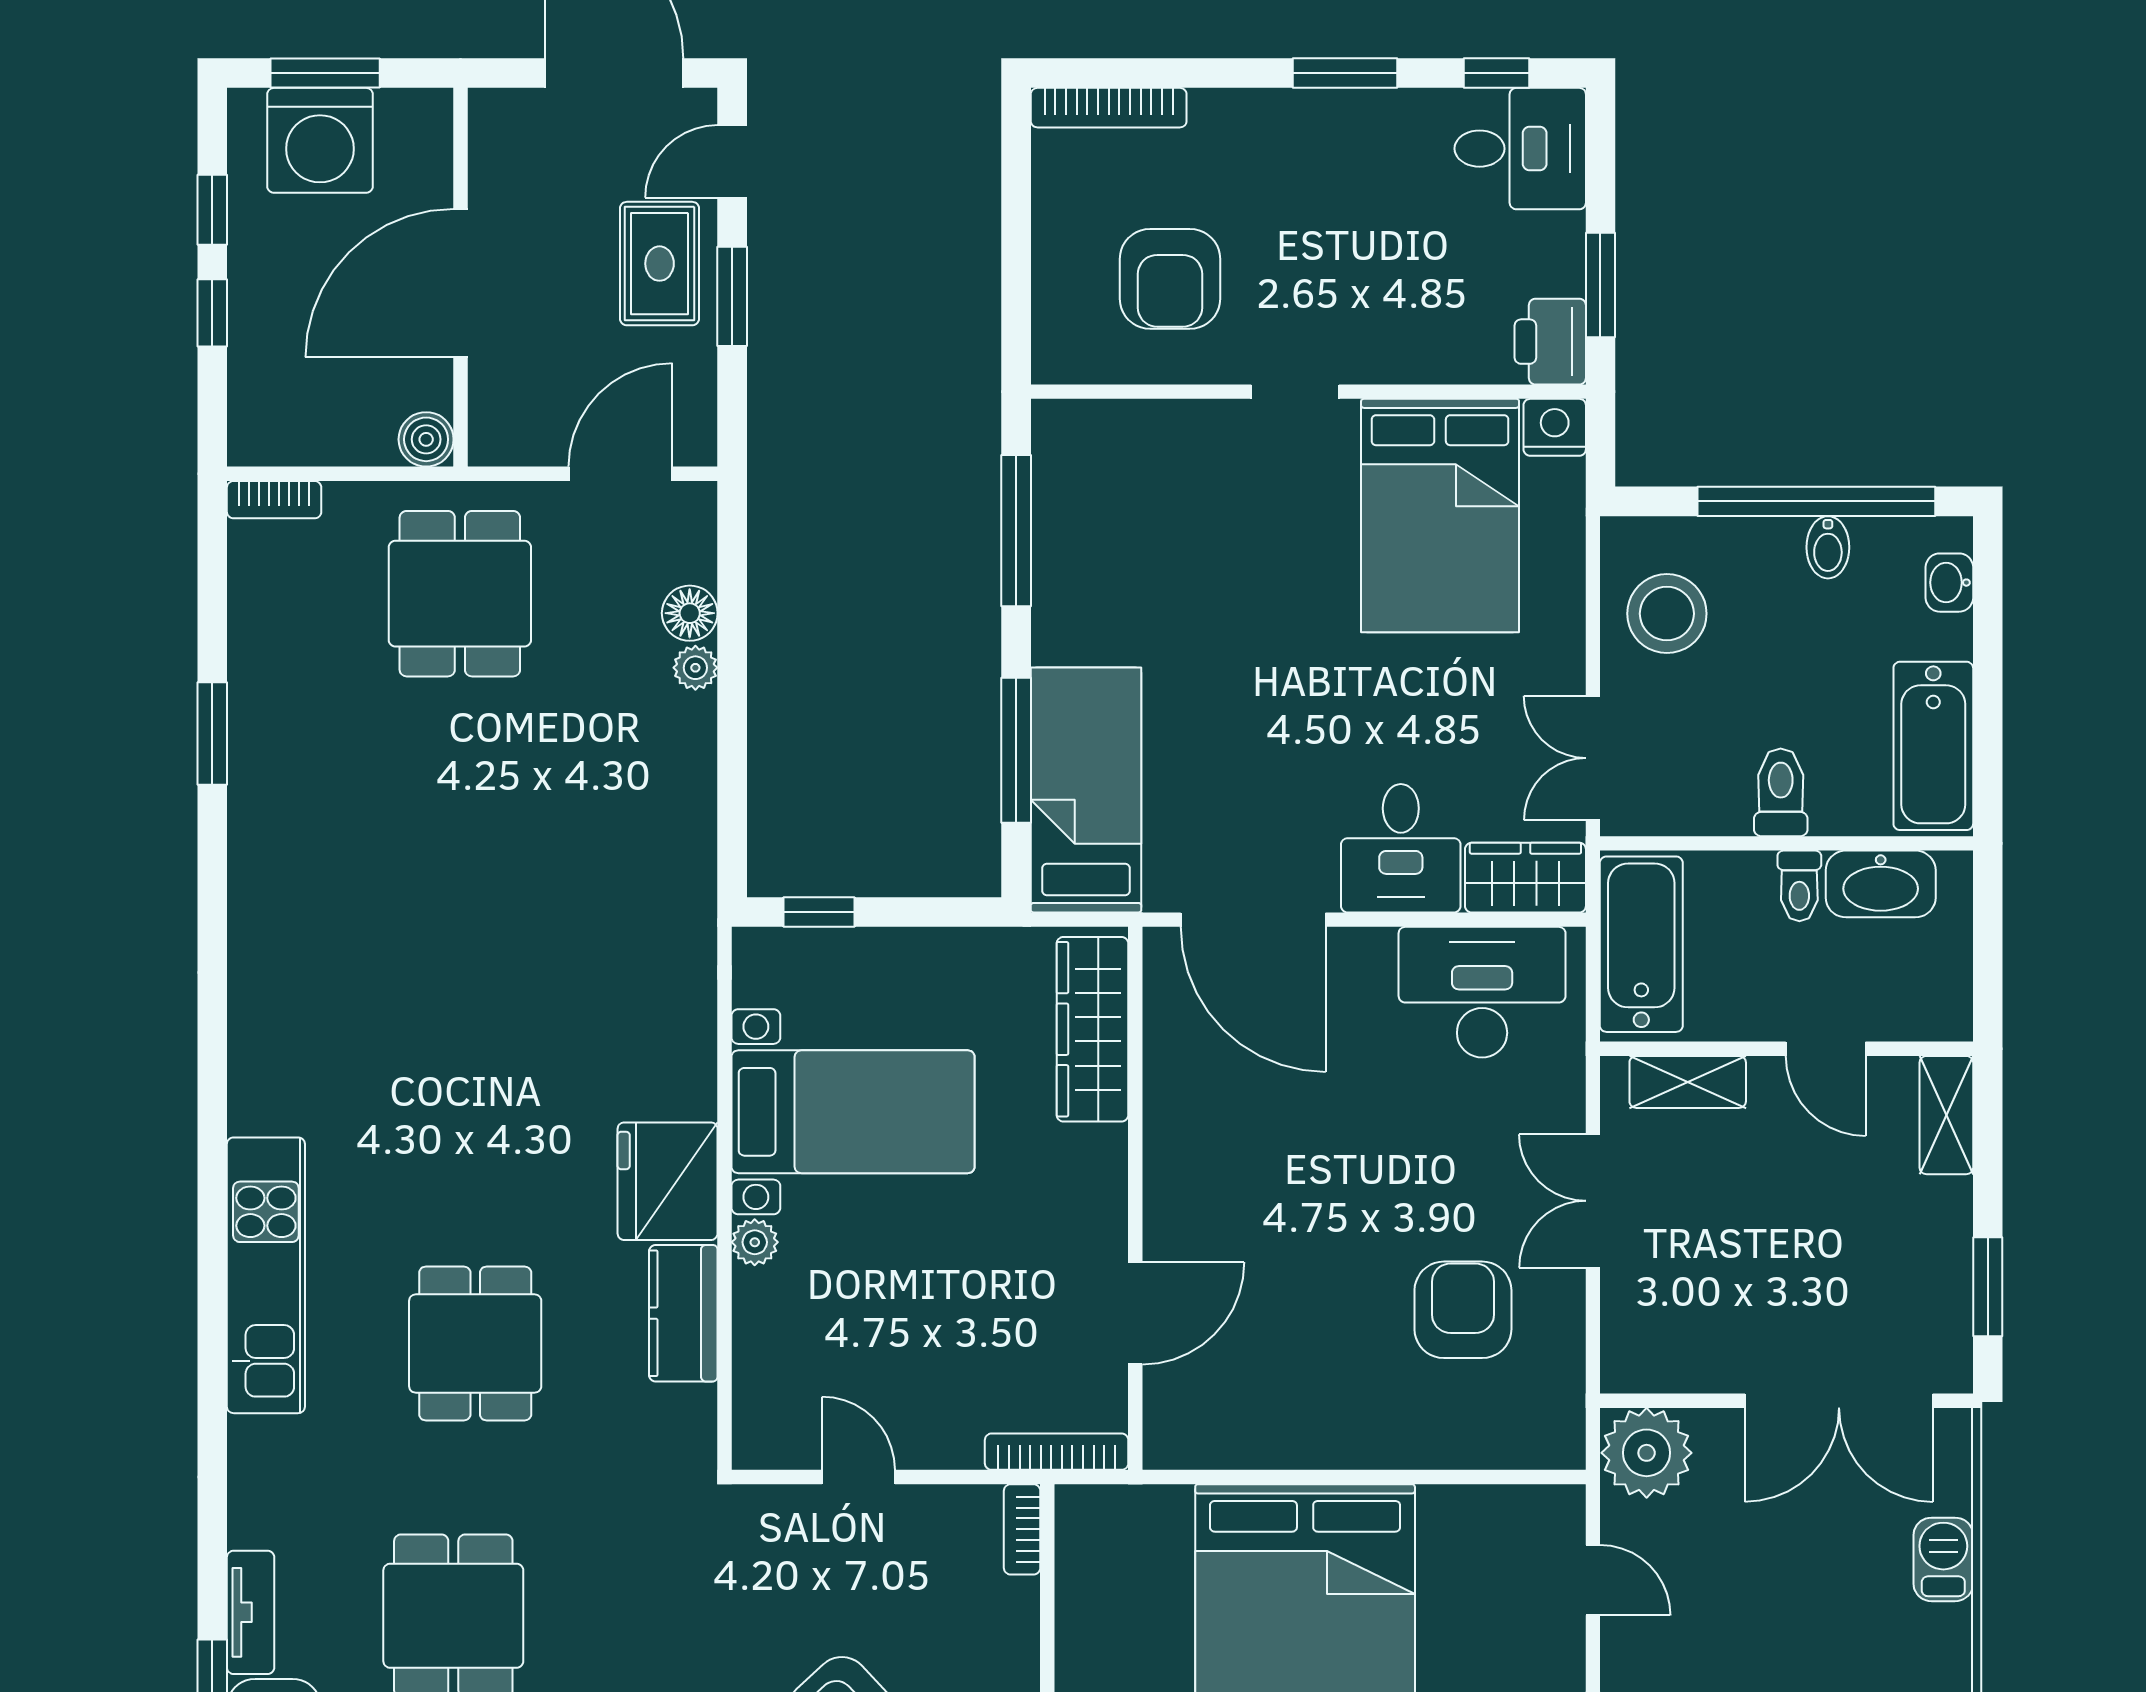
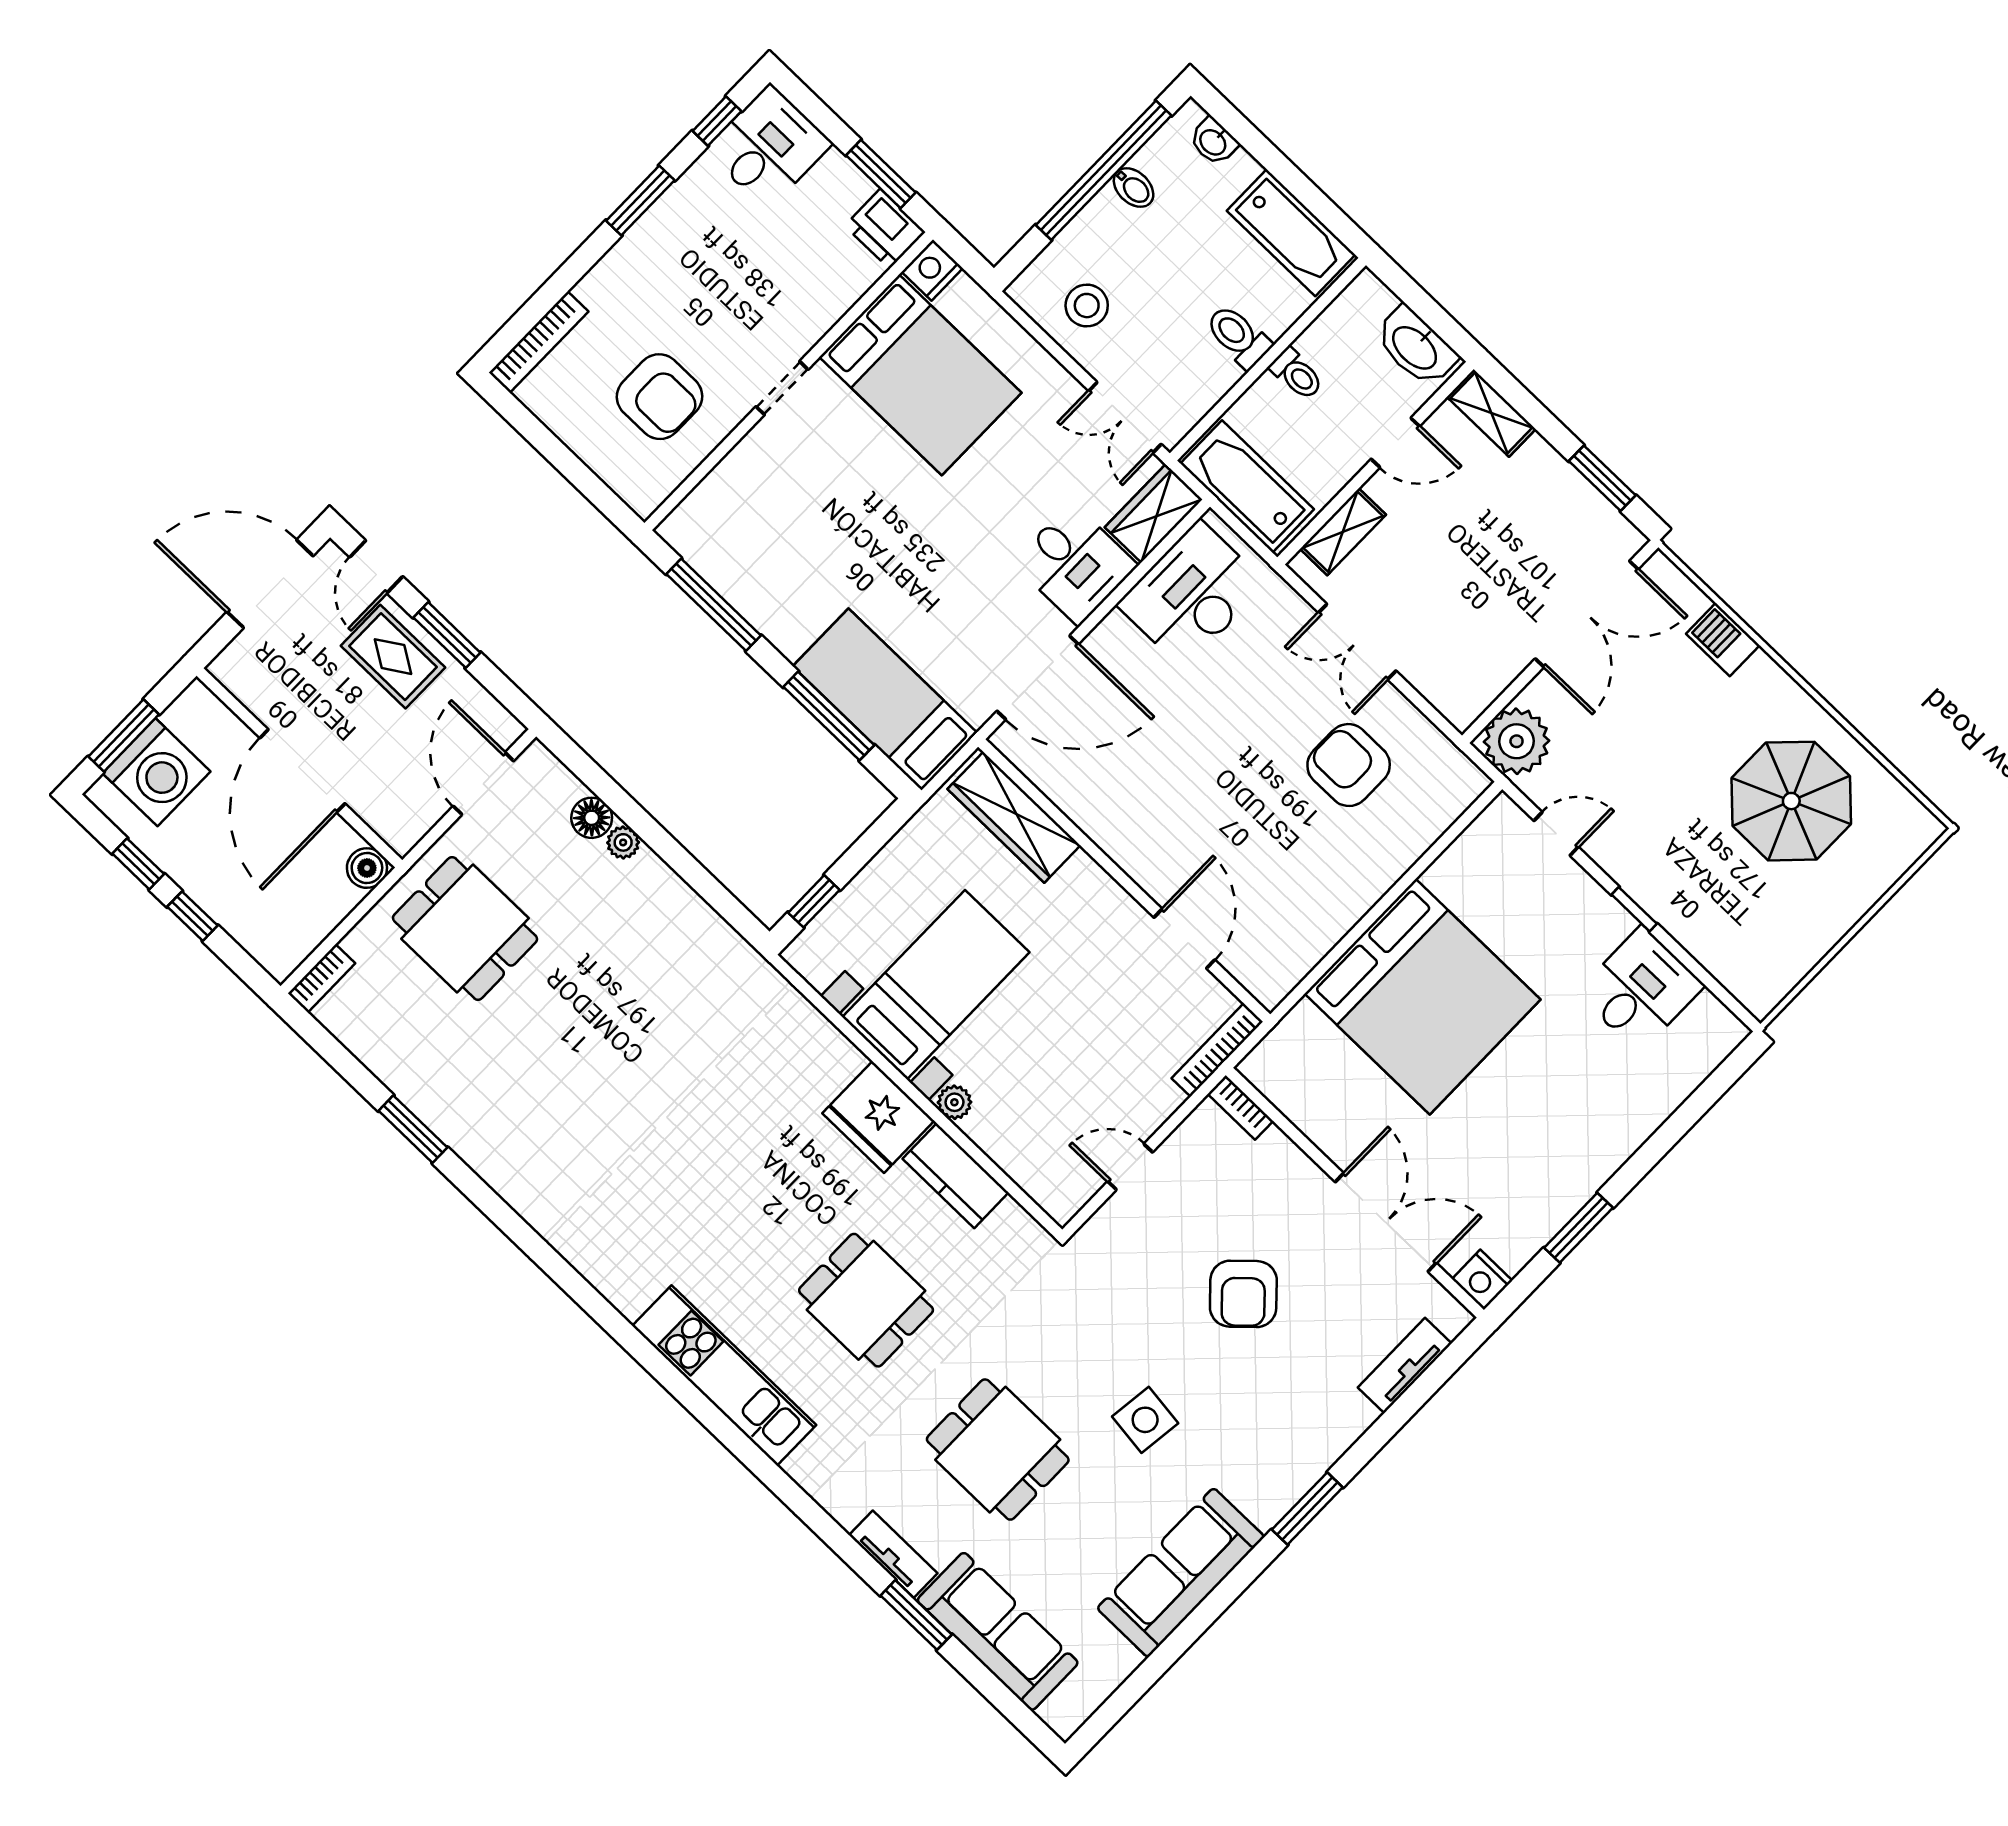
stool: (1667, 614) -> (1087, 306), width x0.73, depth x0.73
washbasin: (1881, 884) -> (1416, 347), moved, turned 90

